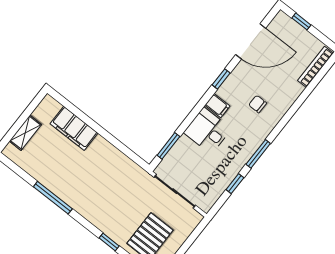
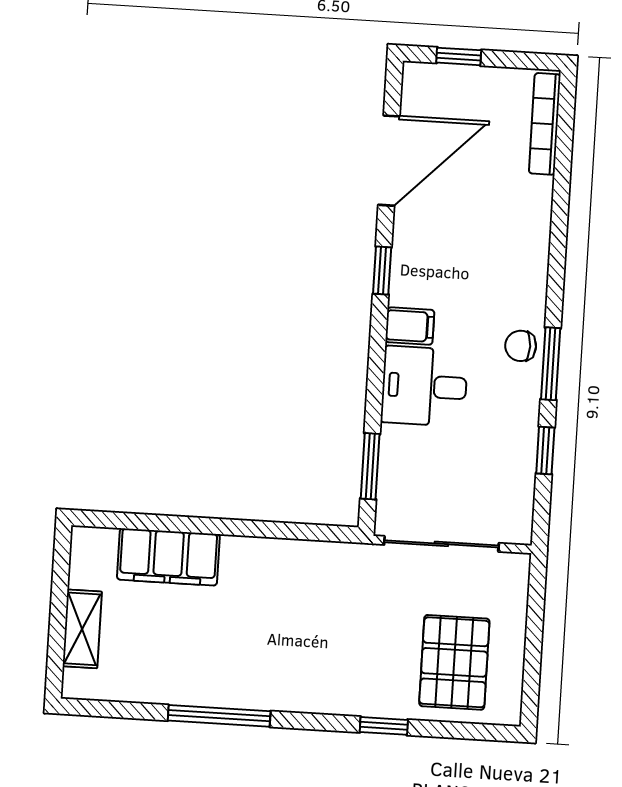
chair: (258, 104) -> (521, 346), moved

